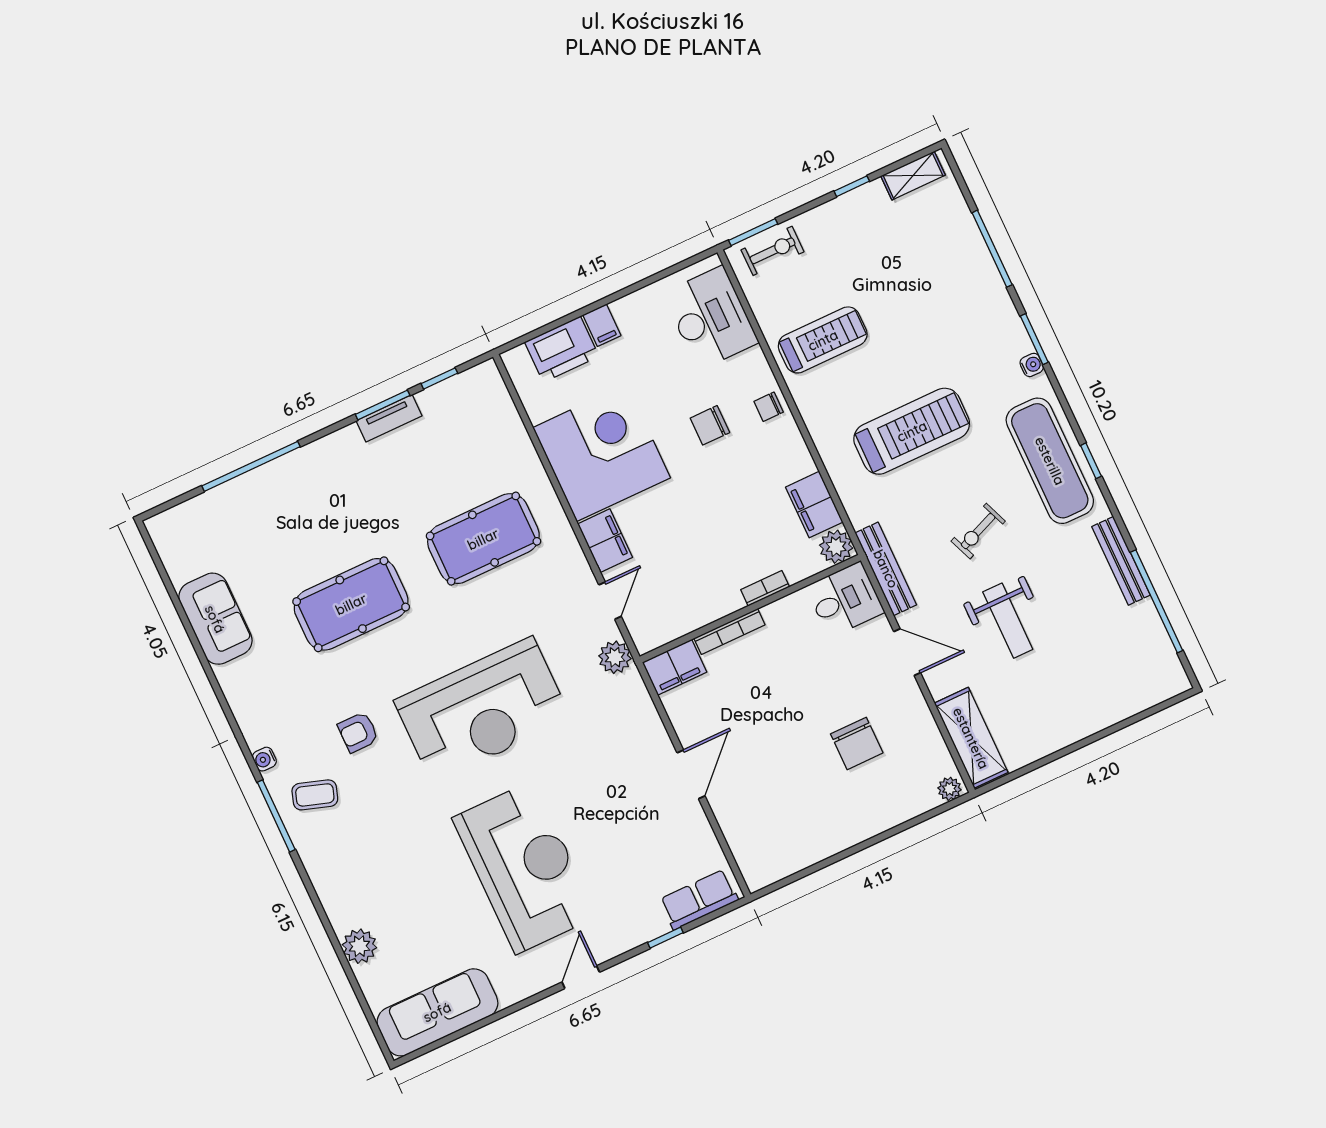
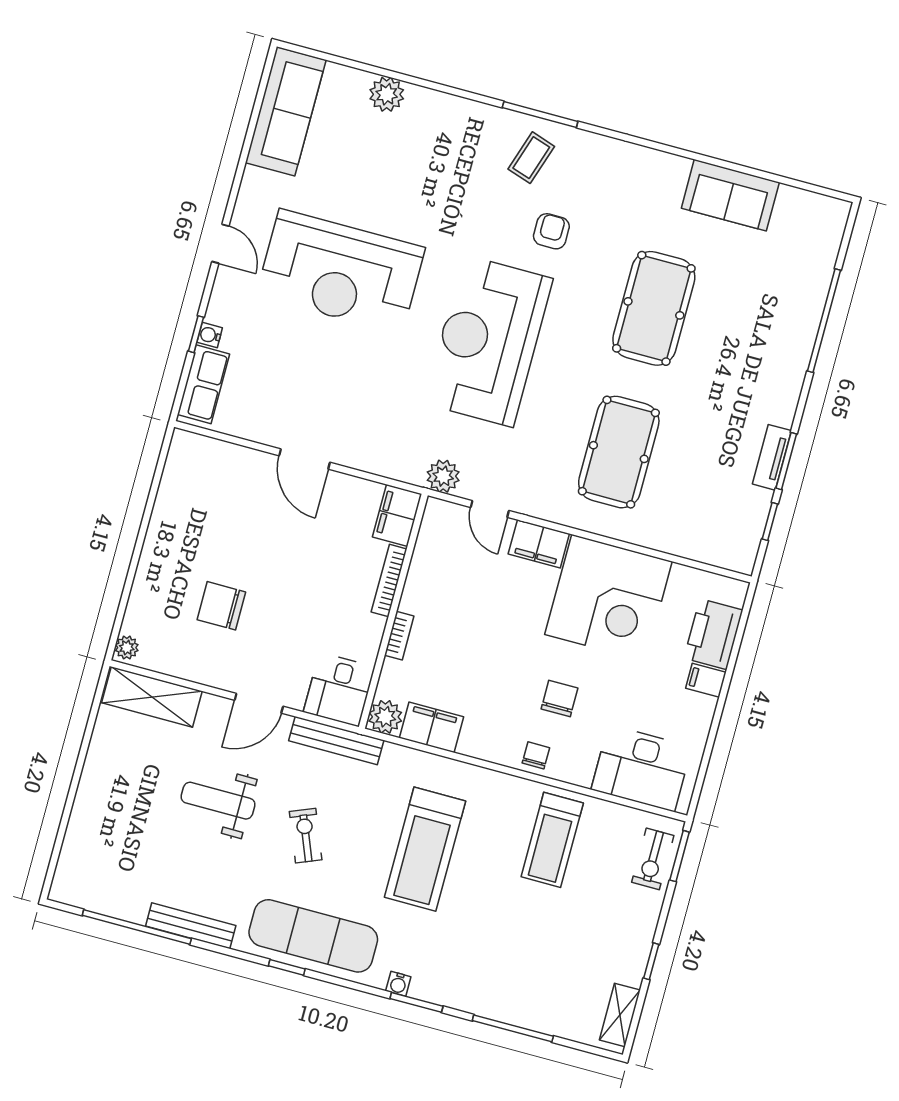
water cooler: (264, 759) -> (210, 335), moved, turned -90

